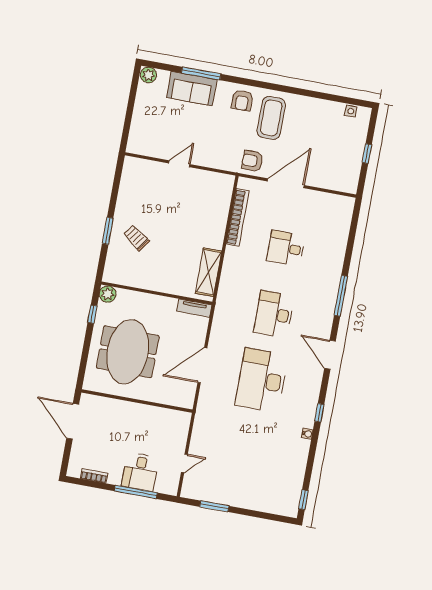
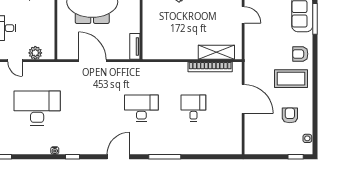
window: (367, 154) -> (296, 157), moved
armchair: (252, 161) -> (290, 115), moved
shelving: (208, 272) -> (216, 52), moved
desk: (262, 380) -> (37, 108), moved
plant: (179, 436) -> (35, 53), added

